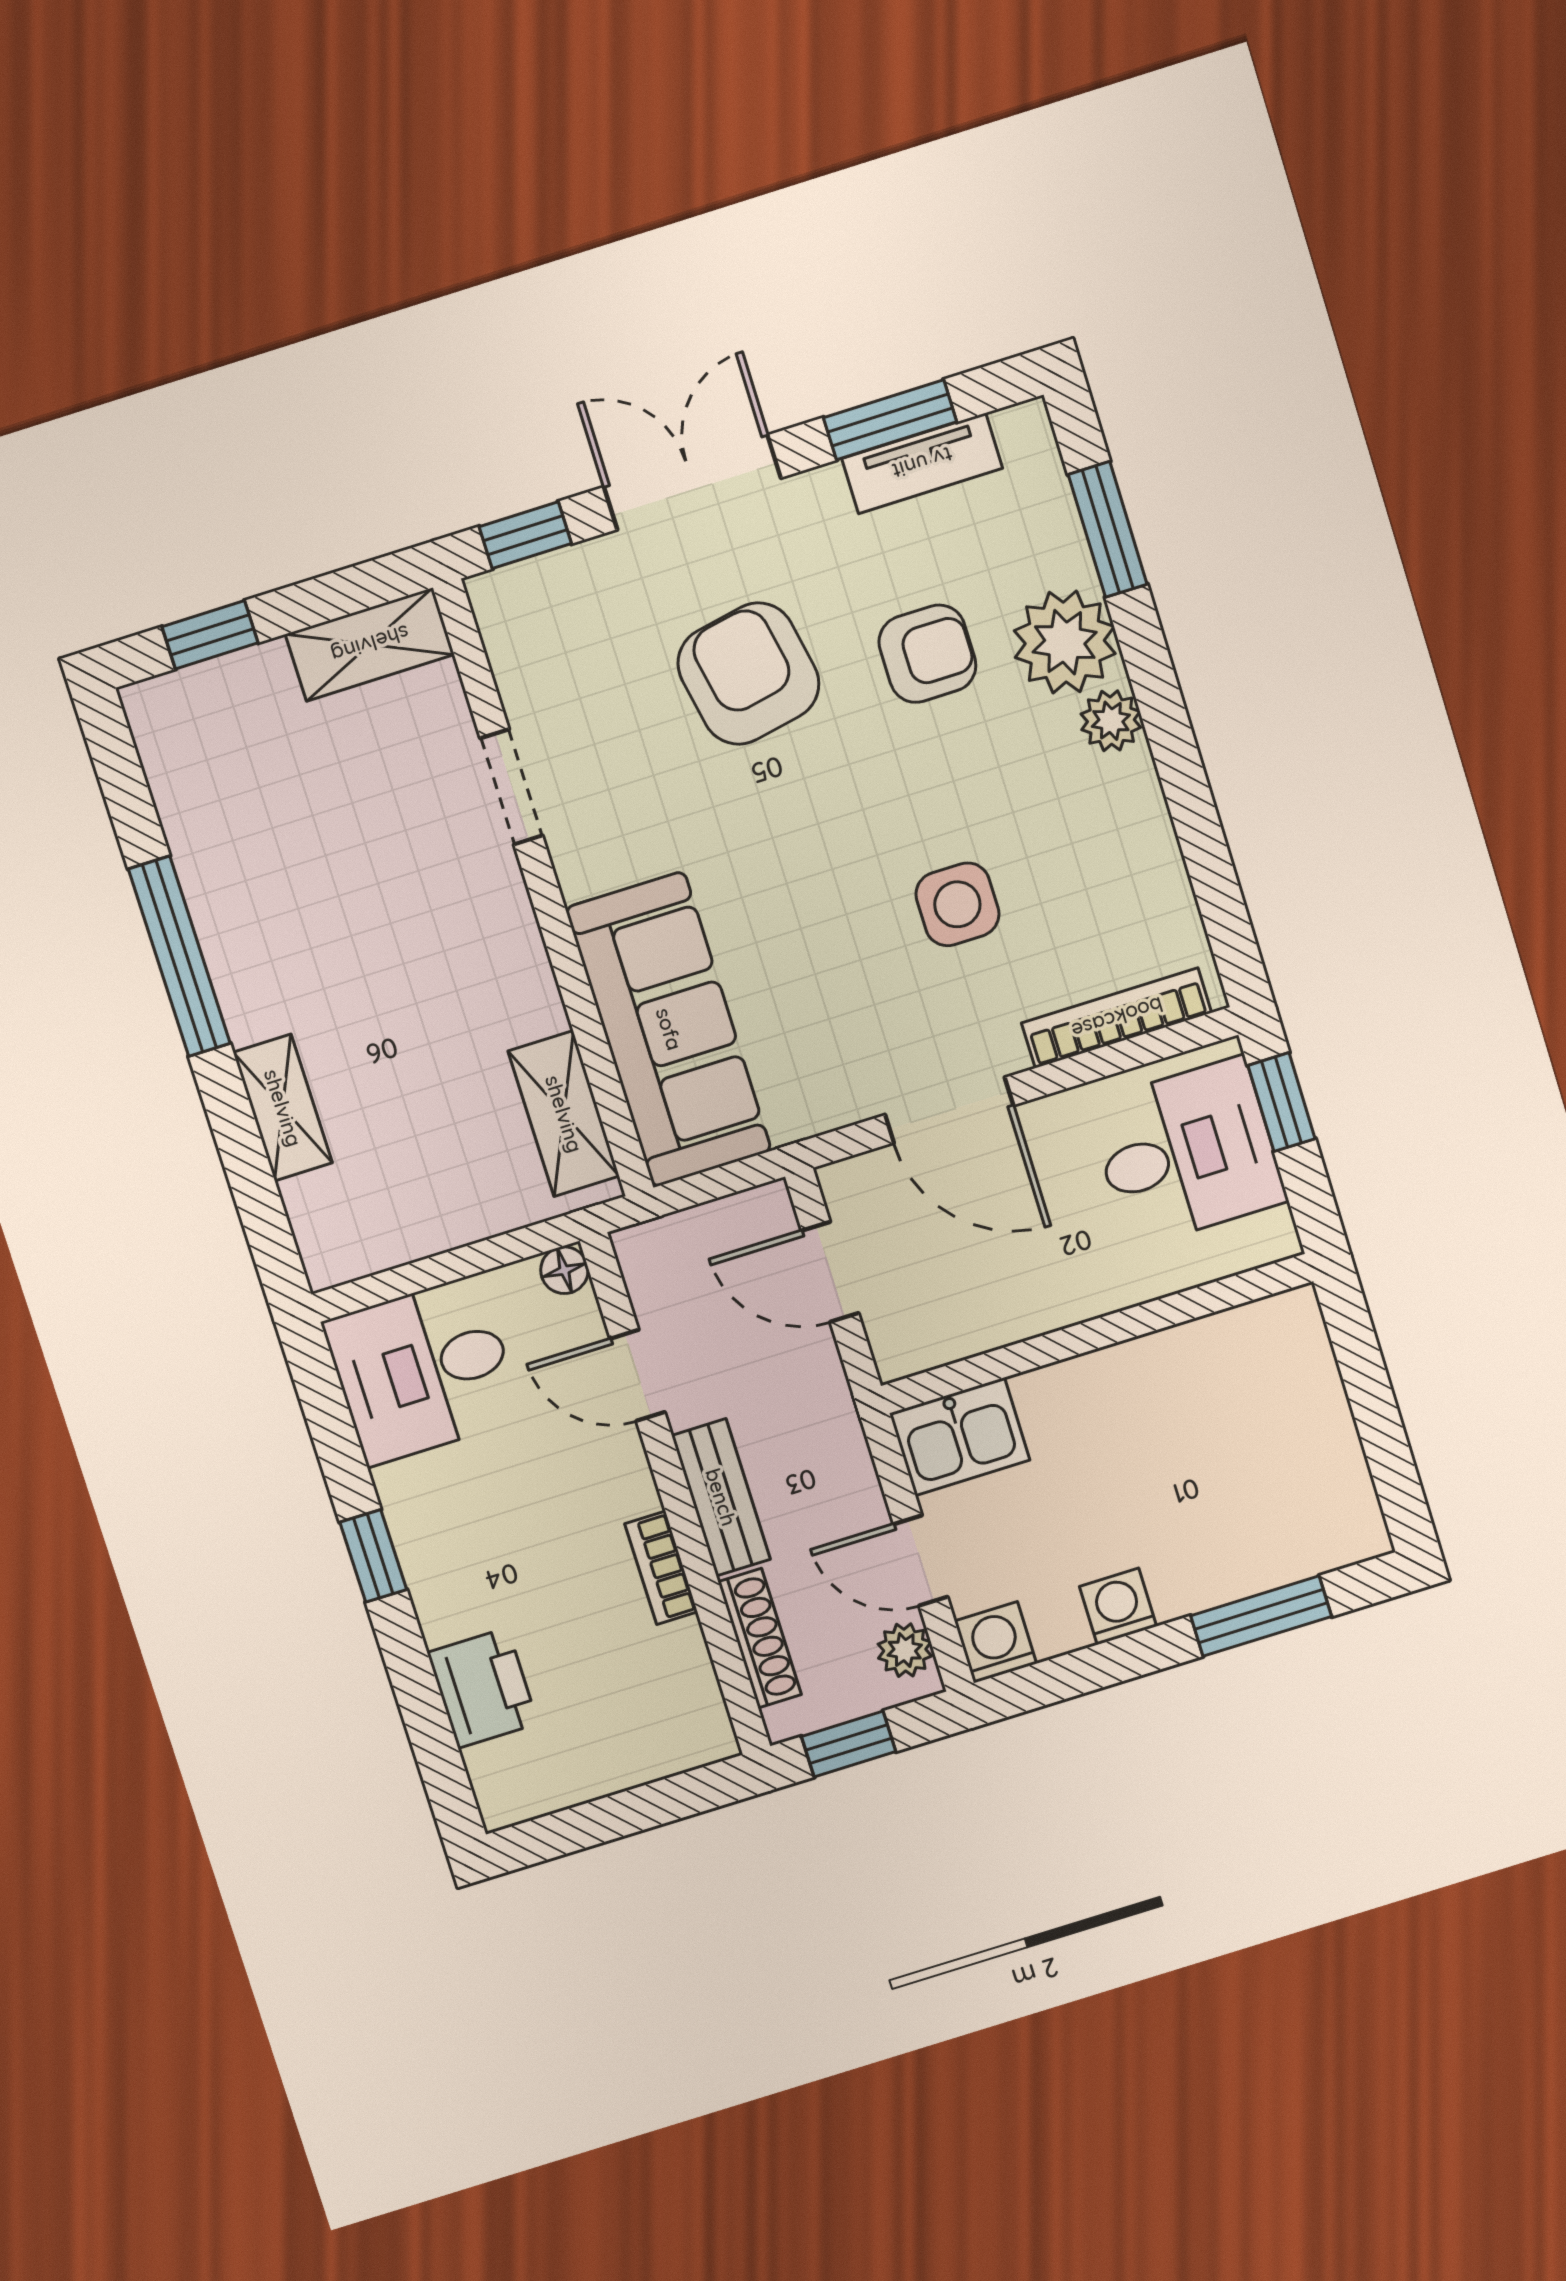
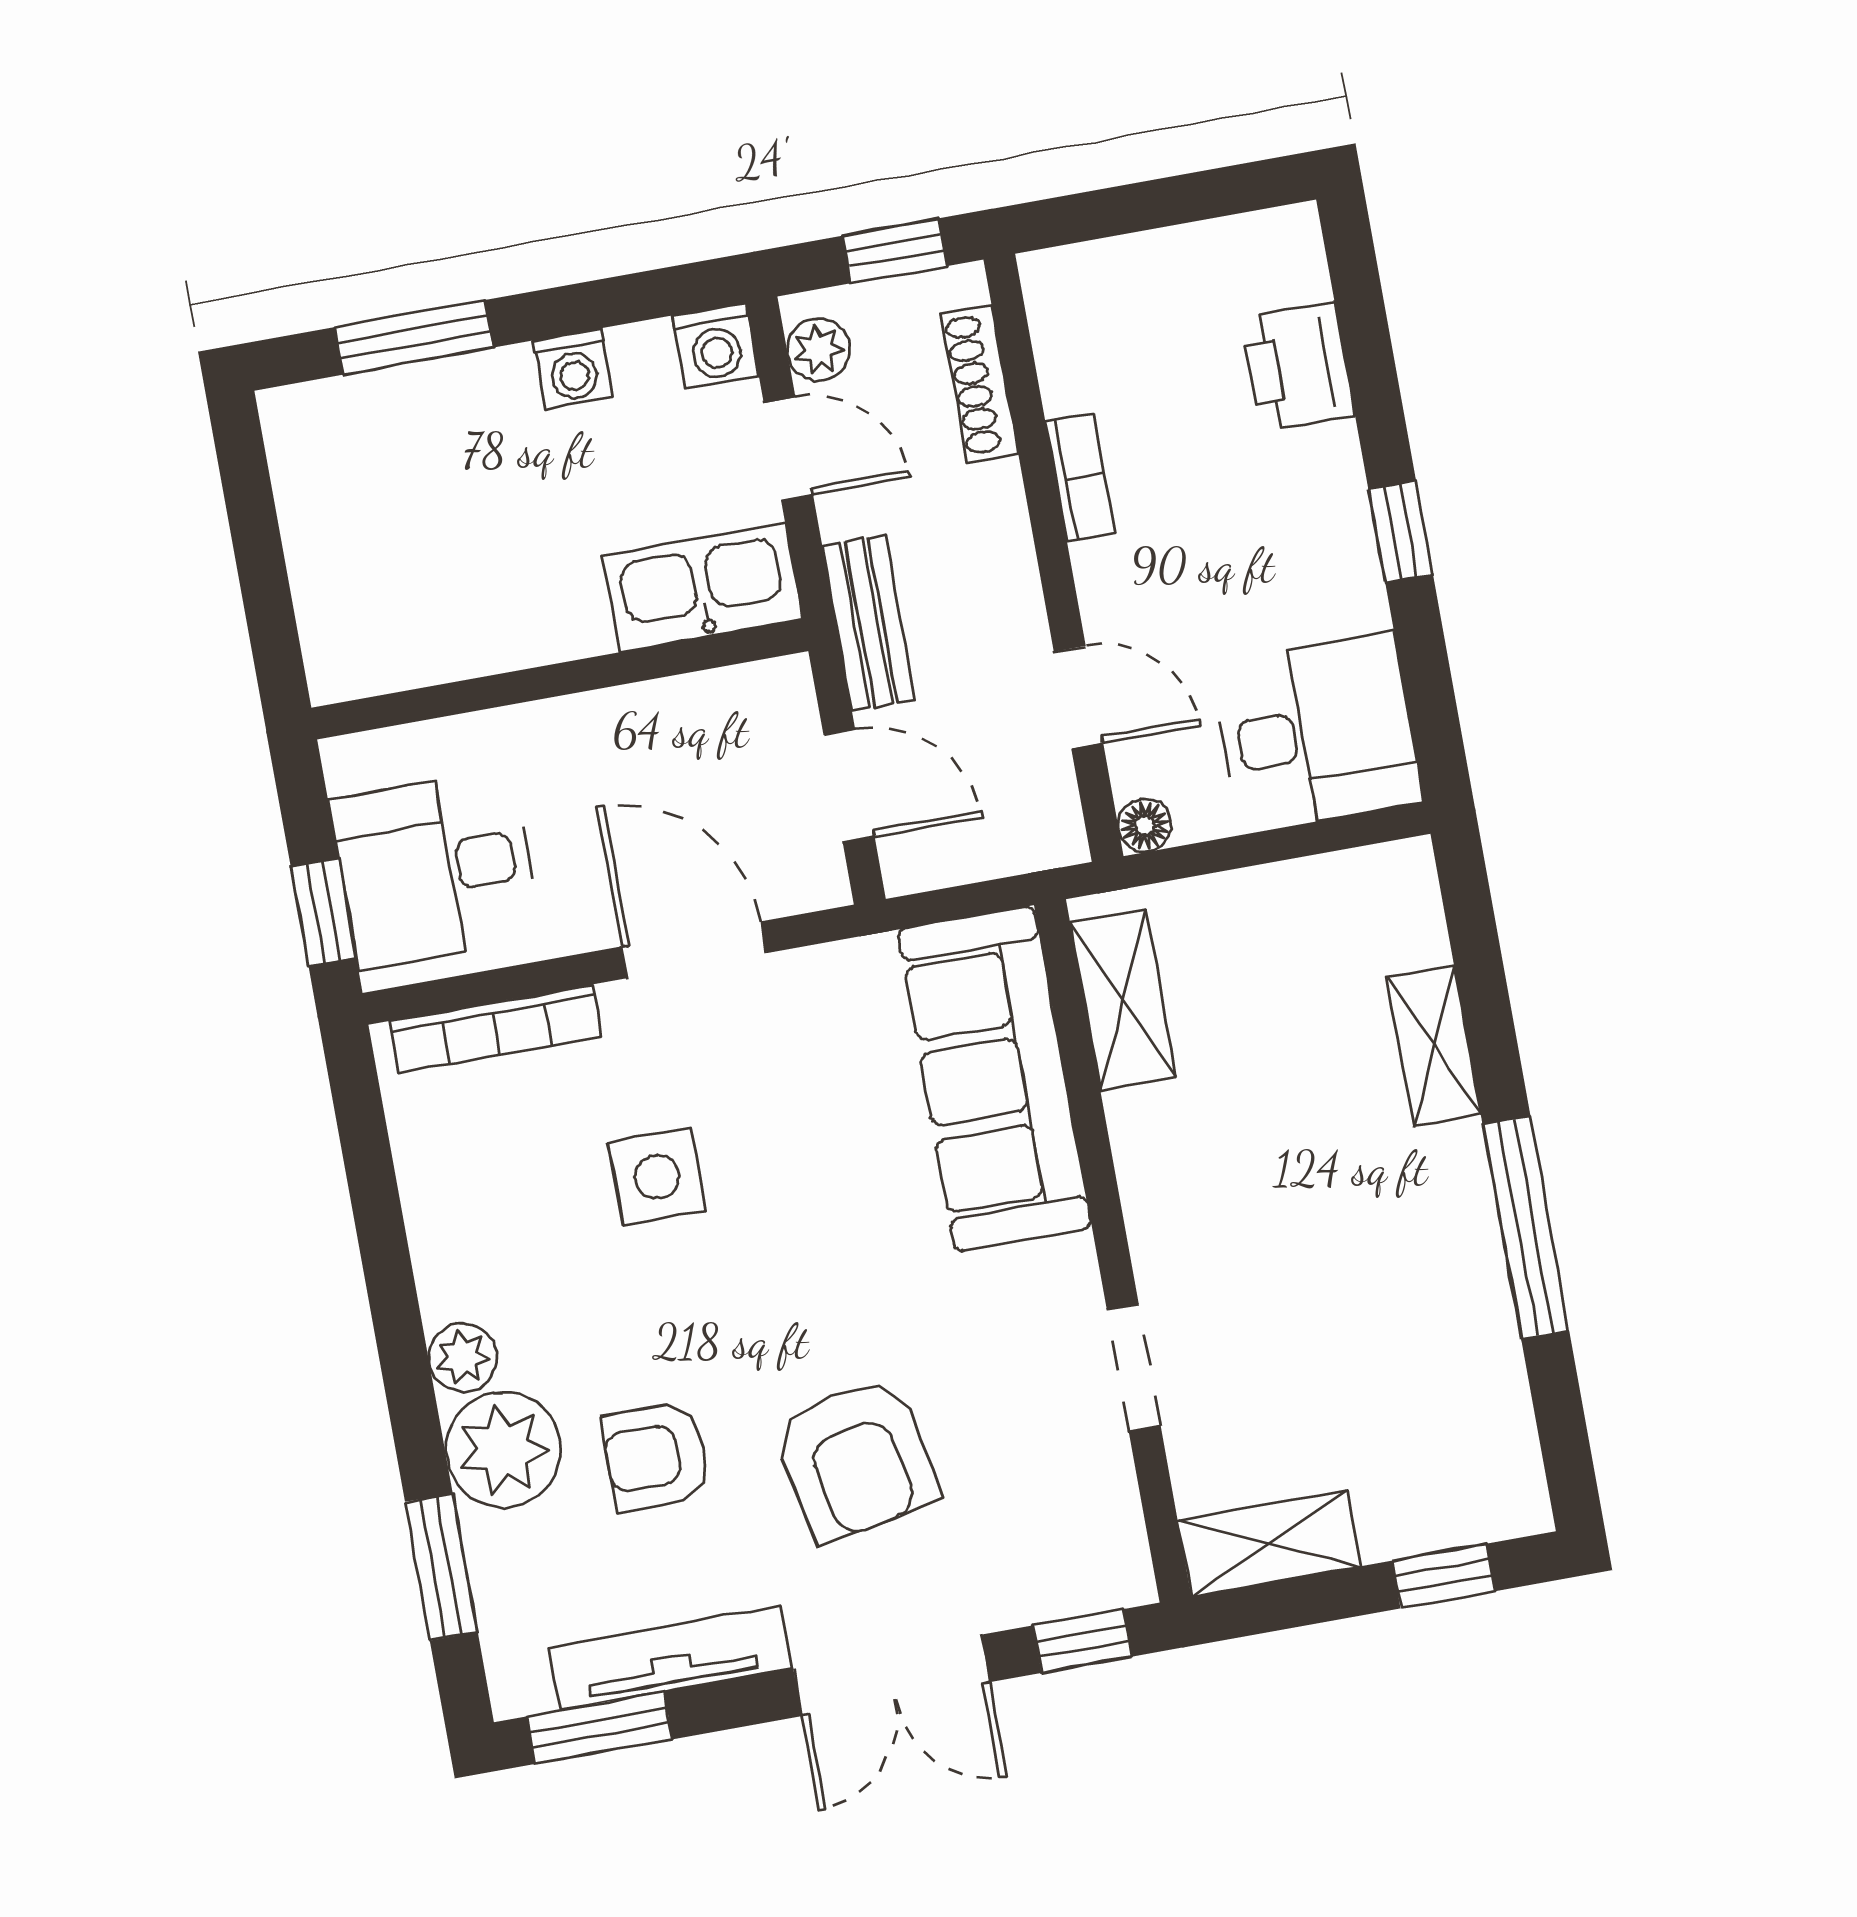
window: (890, 420) -> (600, 1728), moved
tv unit: (922, 463) -> (670, 1658), width x1.41
kitchen sink: (960, 1437) -> (702, 587), width x1.38
bench: (721, 1497) -> (869, 623), moved

